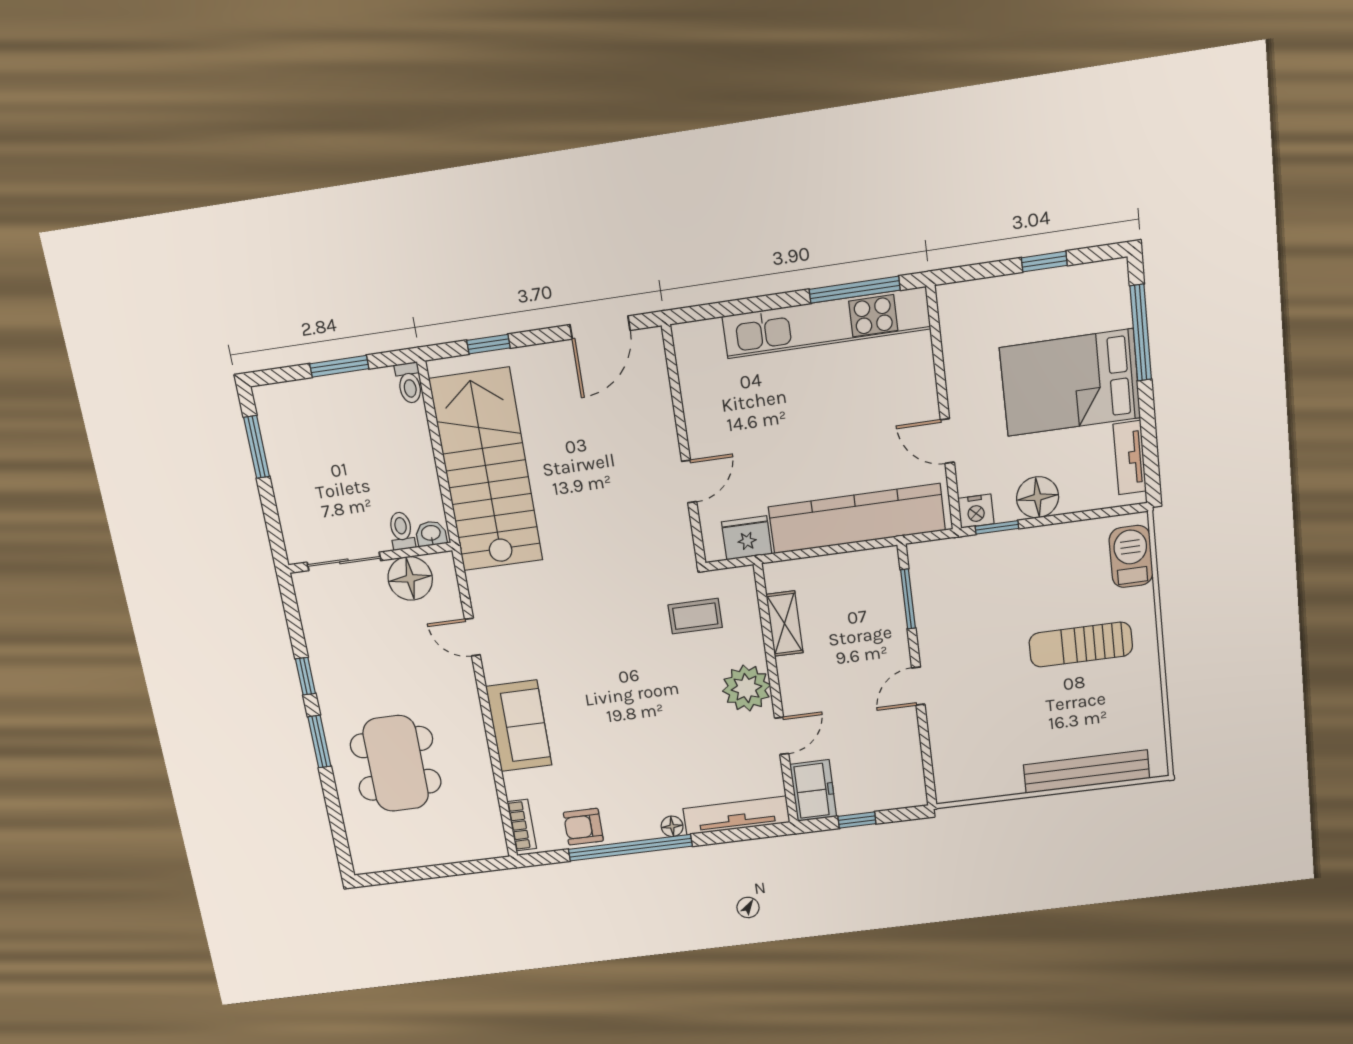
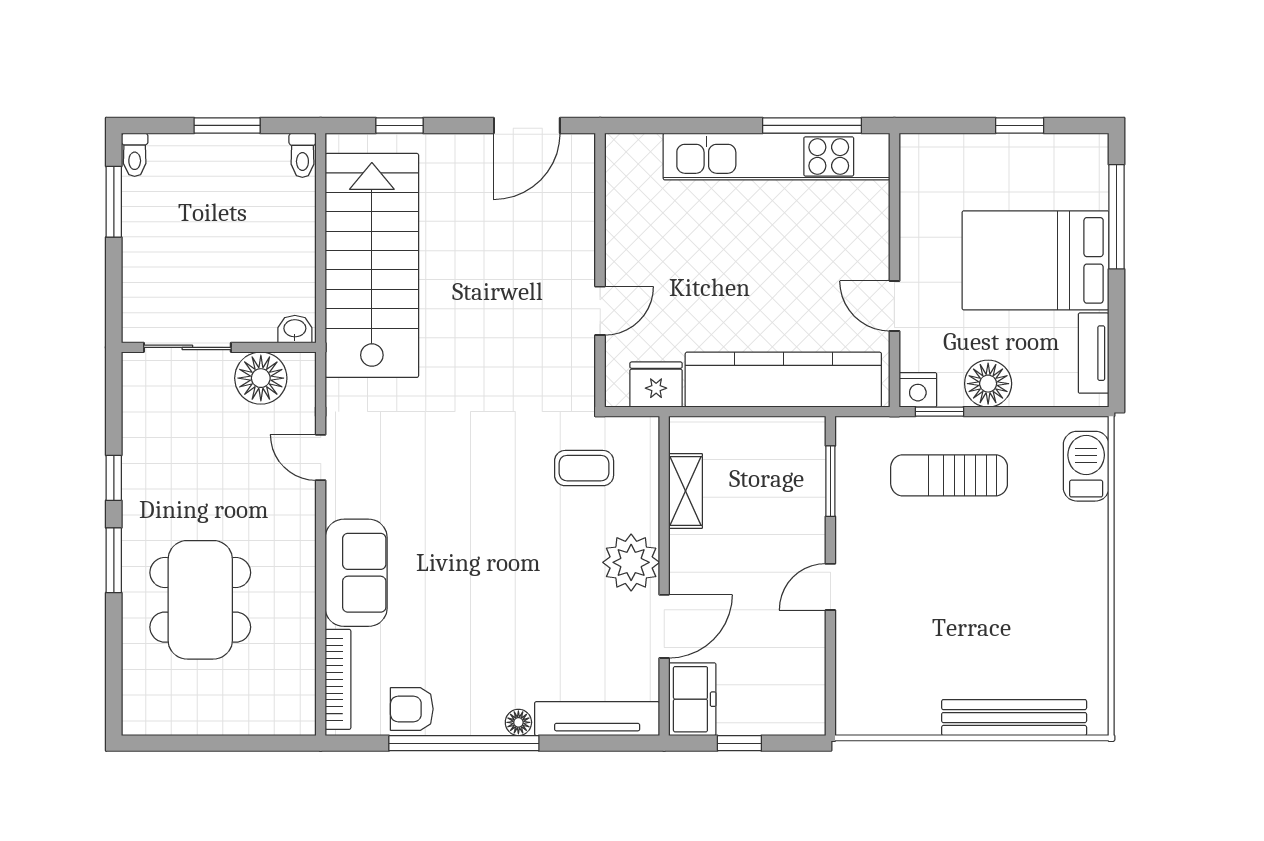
toilet: (402, 531) -> (135, 155), moved, turned 180
sun lounger: (1081, 645) -> (949, 475), moved
door: (782, 736) -> (664, 626), width x1.38
bookcase: (522, 825) -> (338, 679), width x1.56

